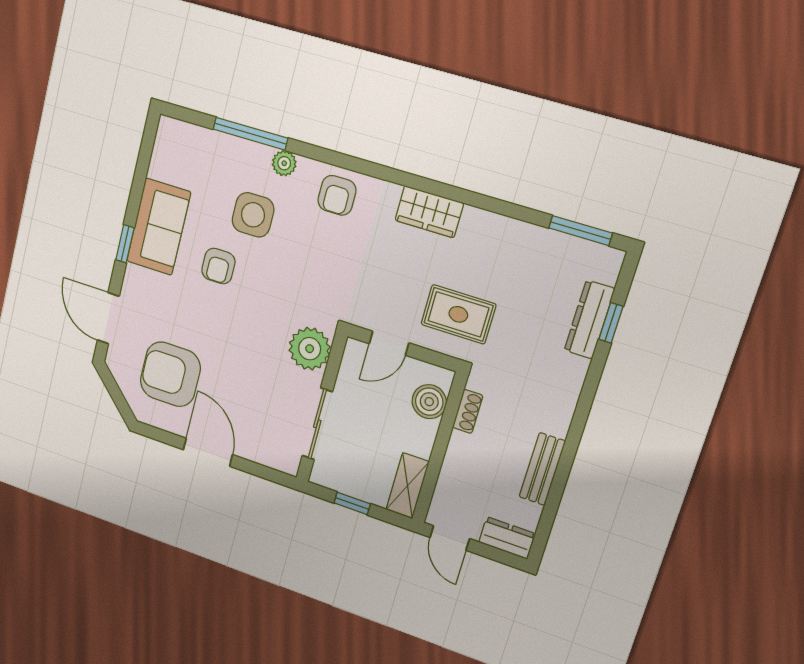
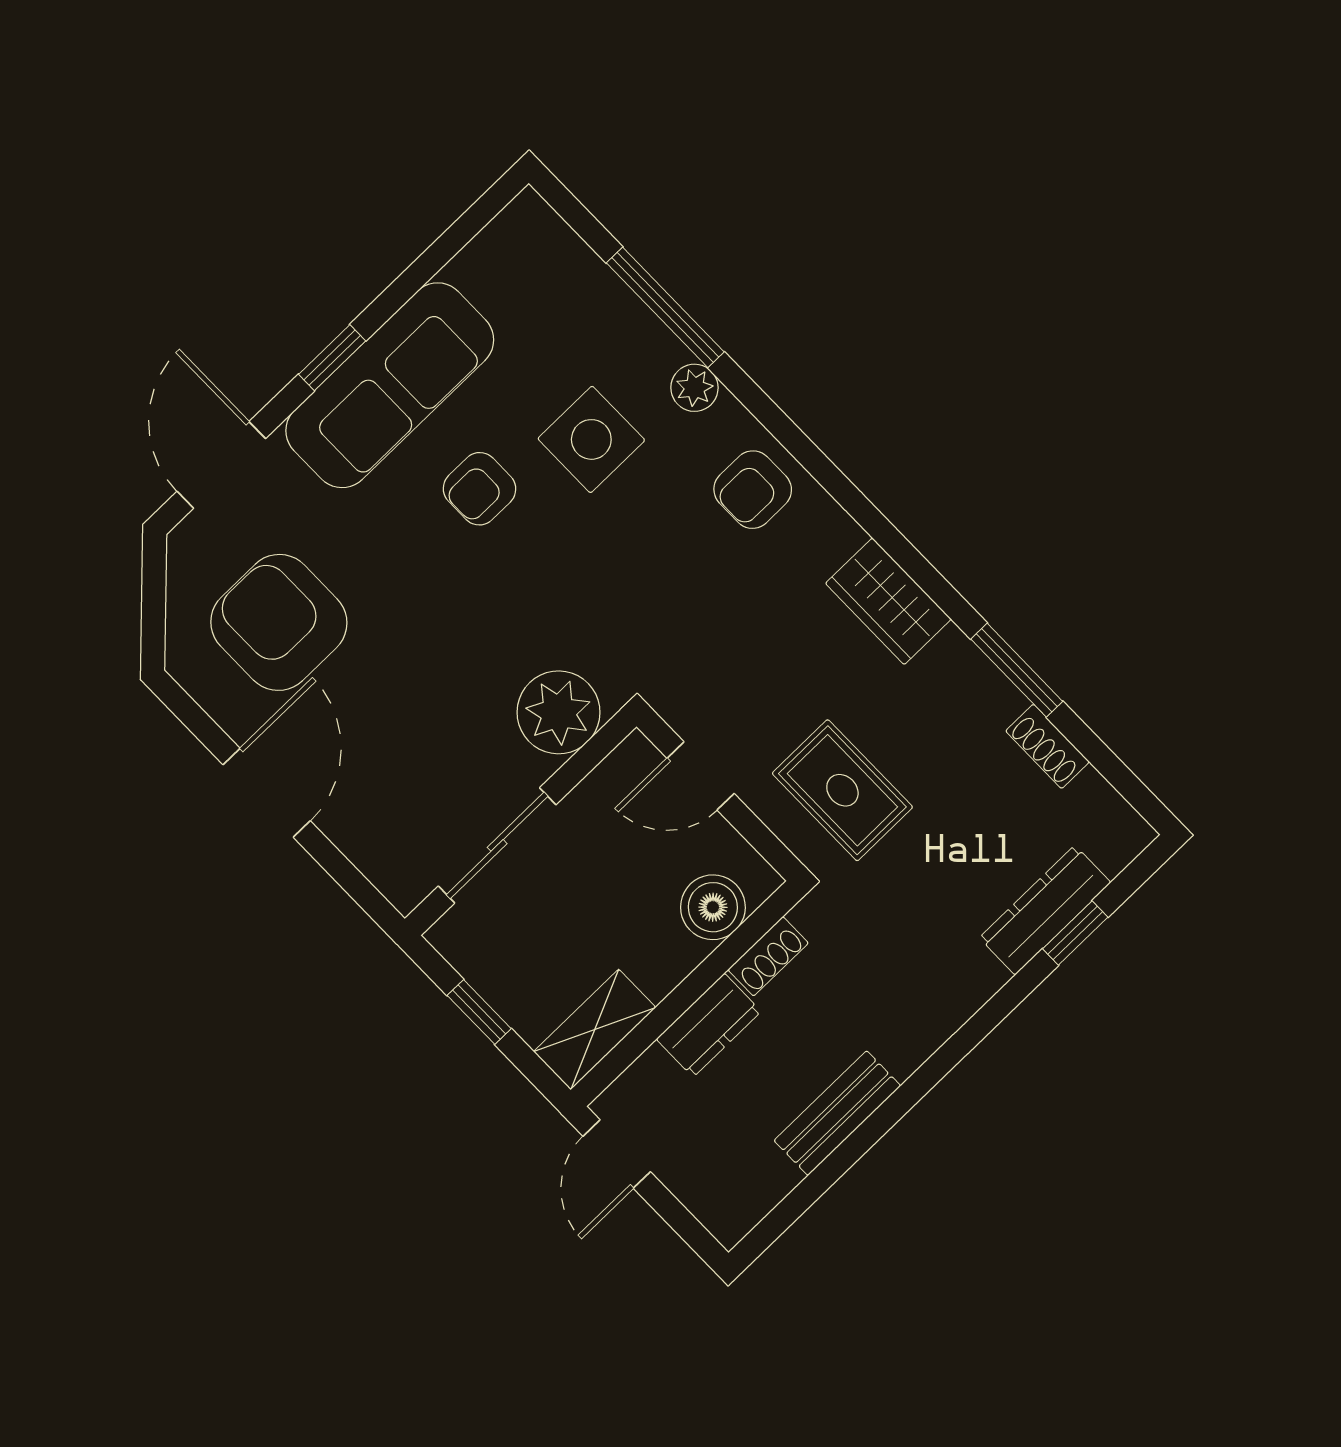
sofa: (159, 227) -> (390, 385), width x1.36
window: (580, 231) -> (1017, 670), moved
shoe rack: (546, 239) -> (1048, 746), added
dresser: (507, 538) -> (709, 1025), moved, turned 90

